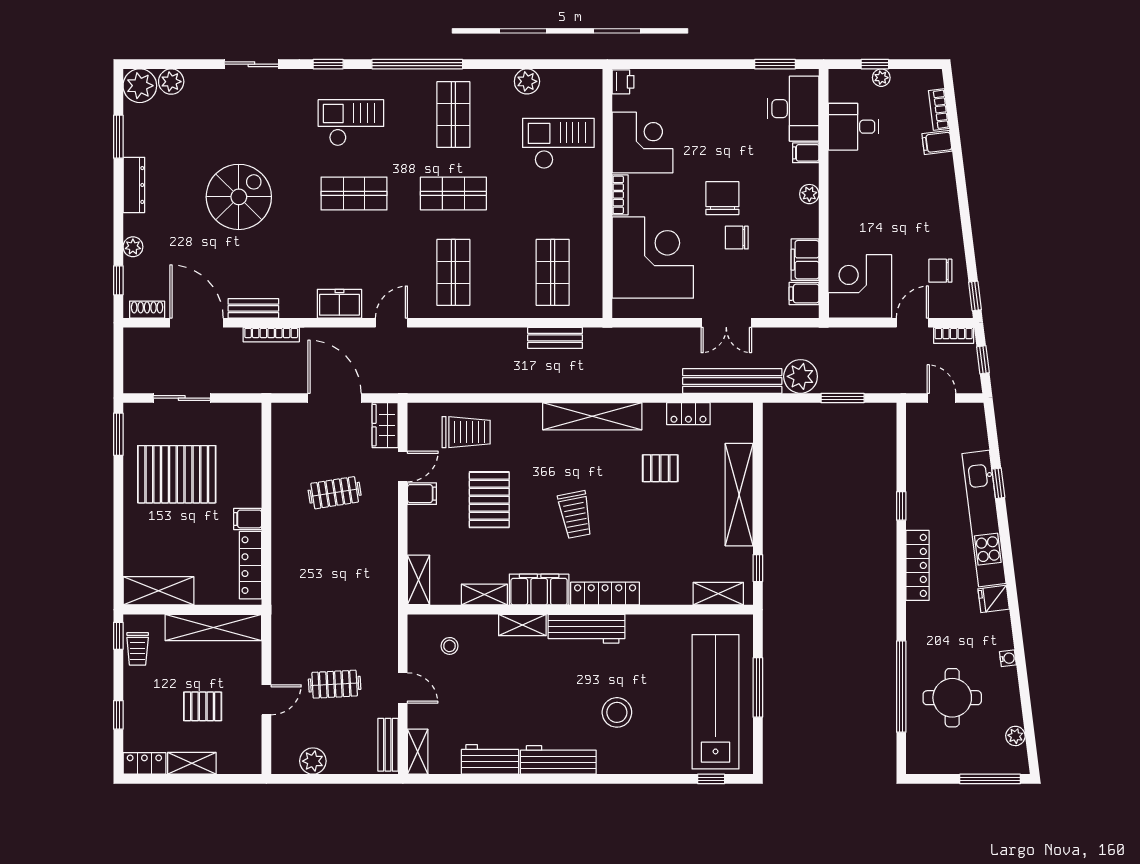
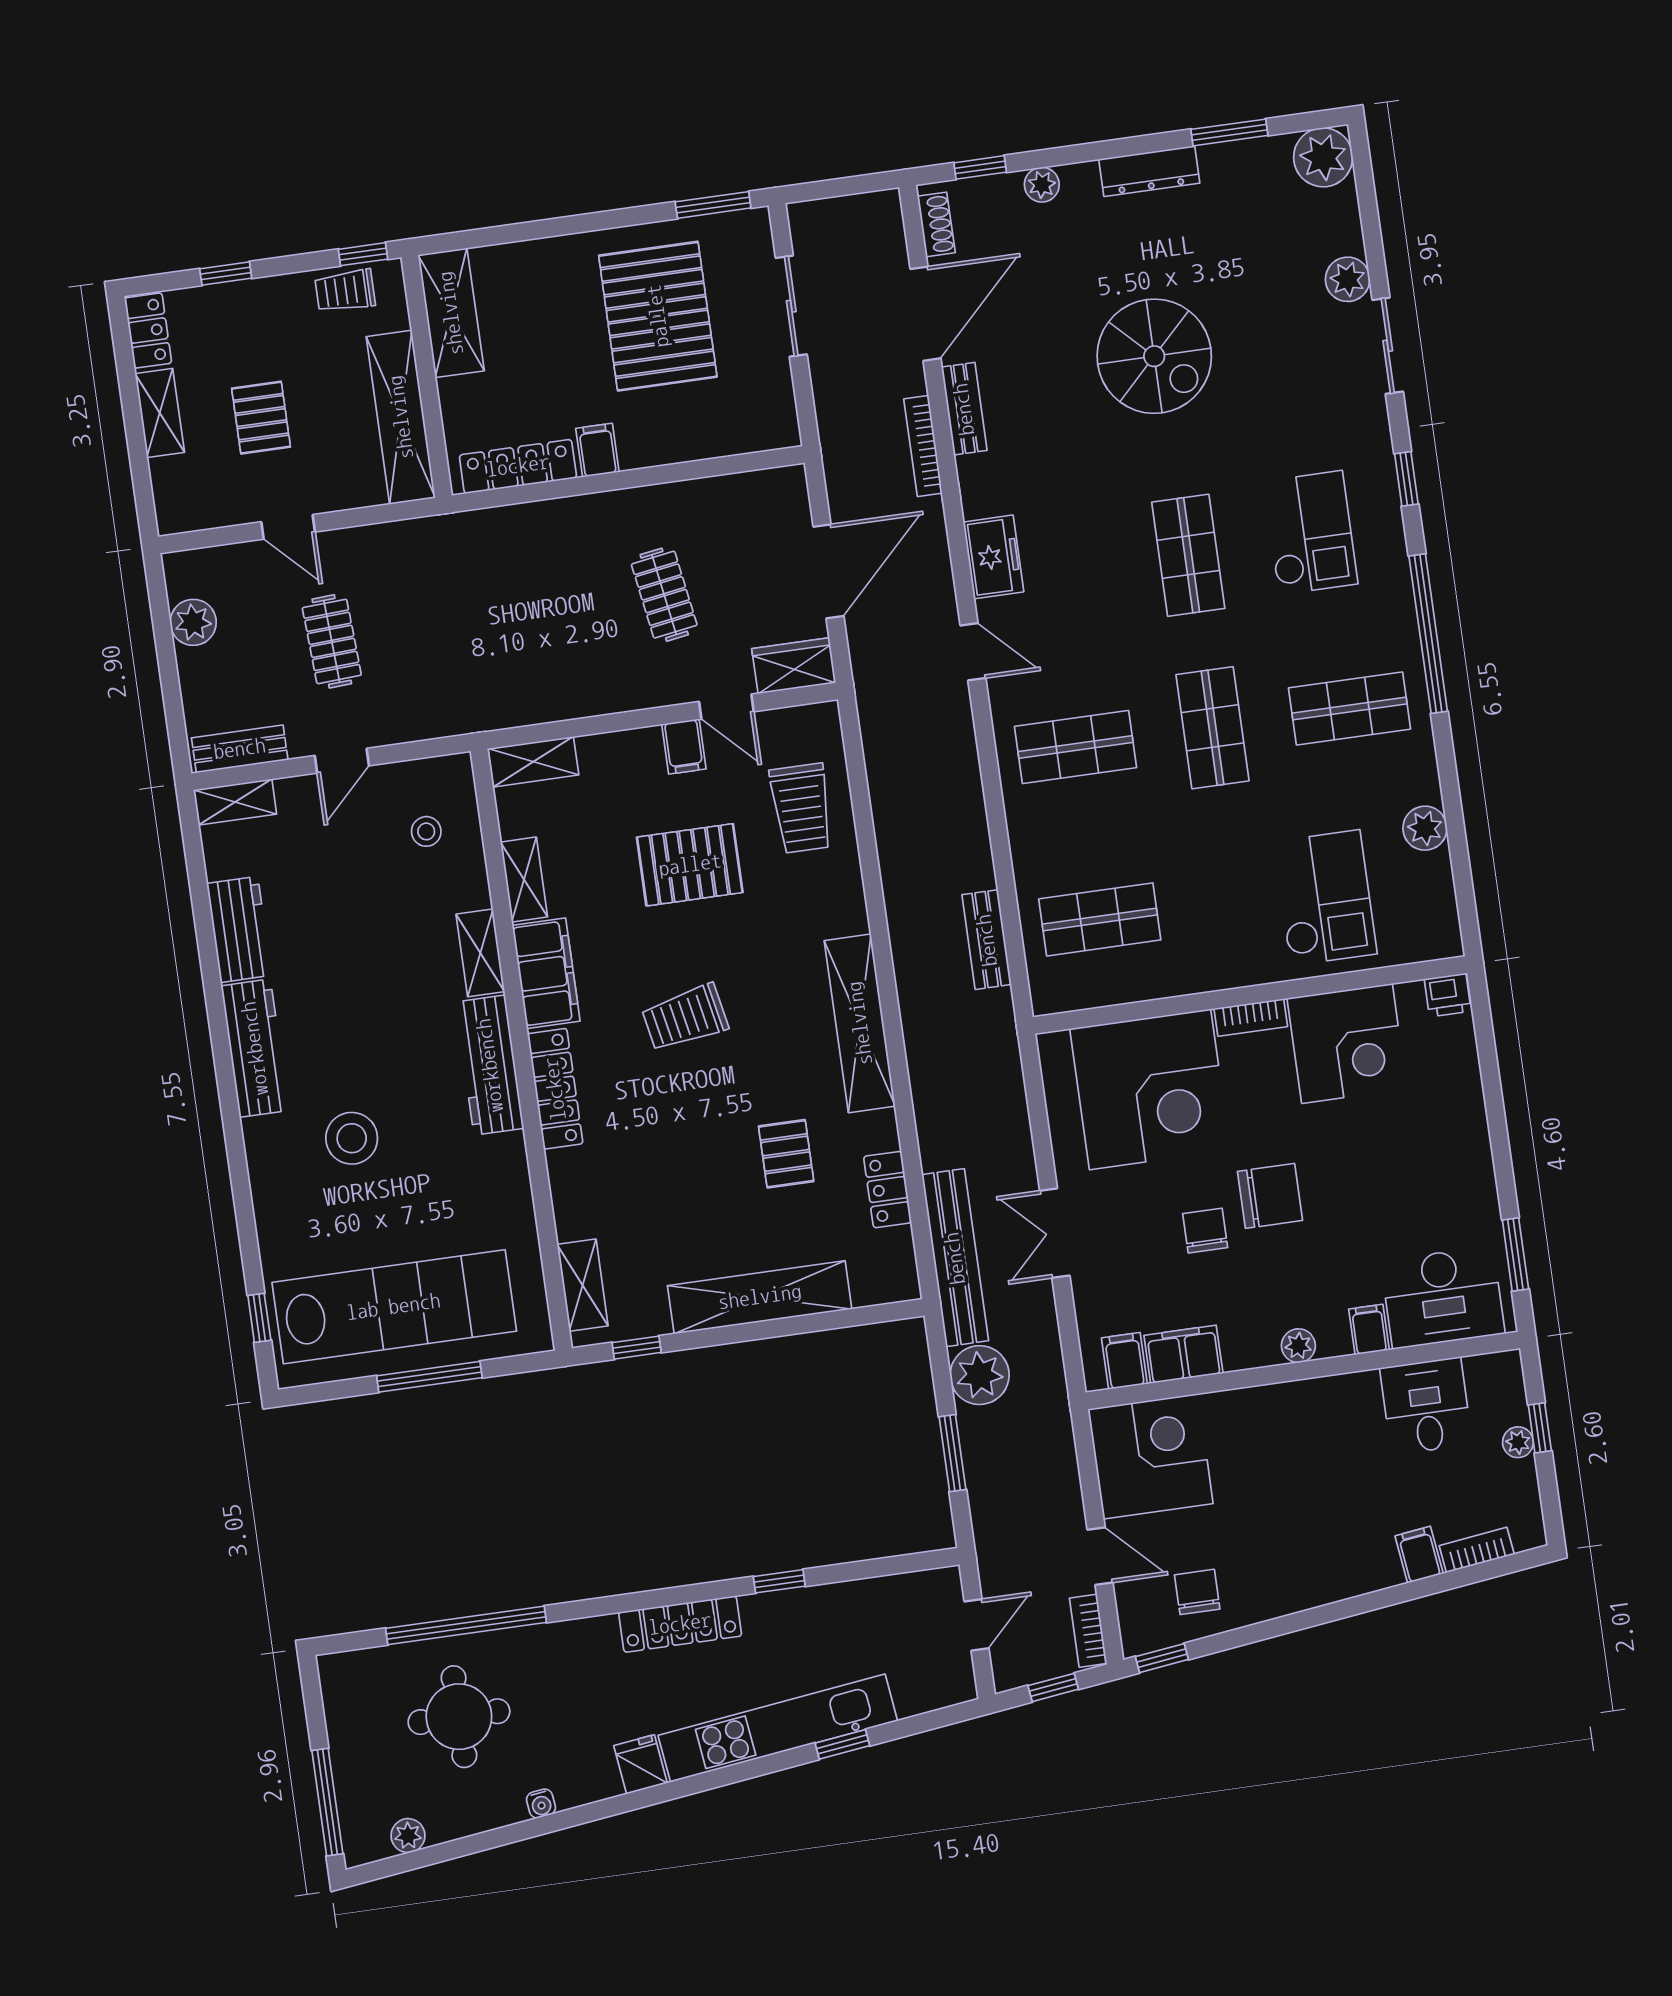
plant: (171, 82) -> (1348, 279), moved

